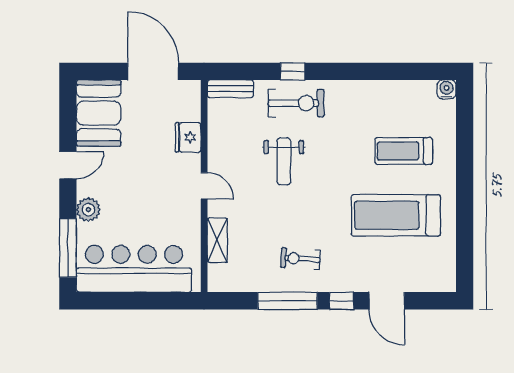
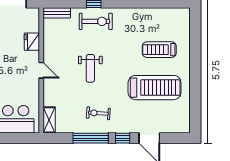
water cooler: (447, 89) -> (185, 13), removed
weight bench: (284, 161) -> (90, 68), moved
treadmill: (396, 215) -> (155, 88), turned 180
shelving: (217, 240) -> (49, 120), moved

